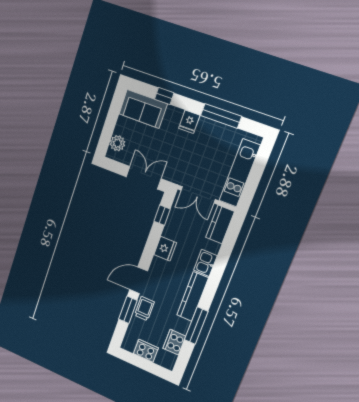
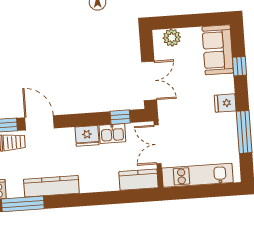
kitchen sink: (205, 263) -> (112, 134), moved, turned 180

